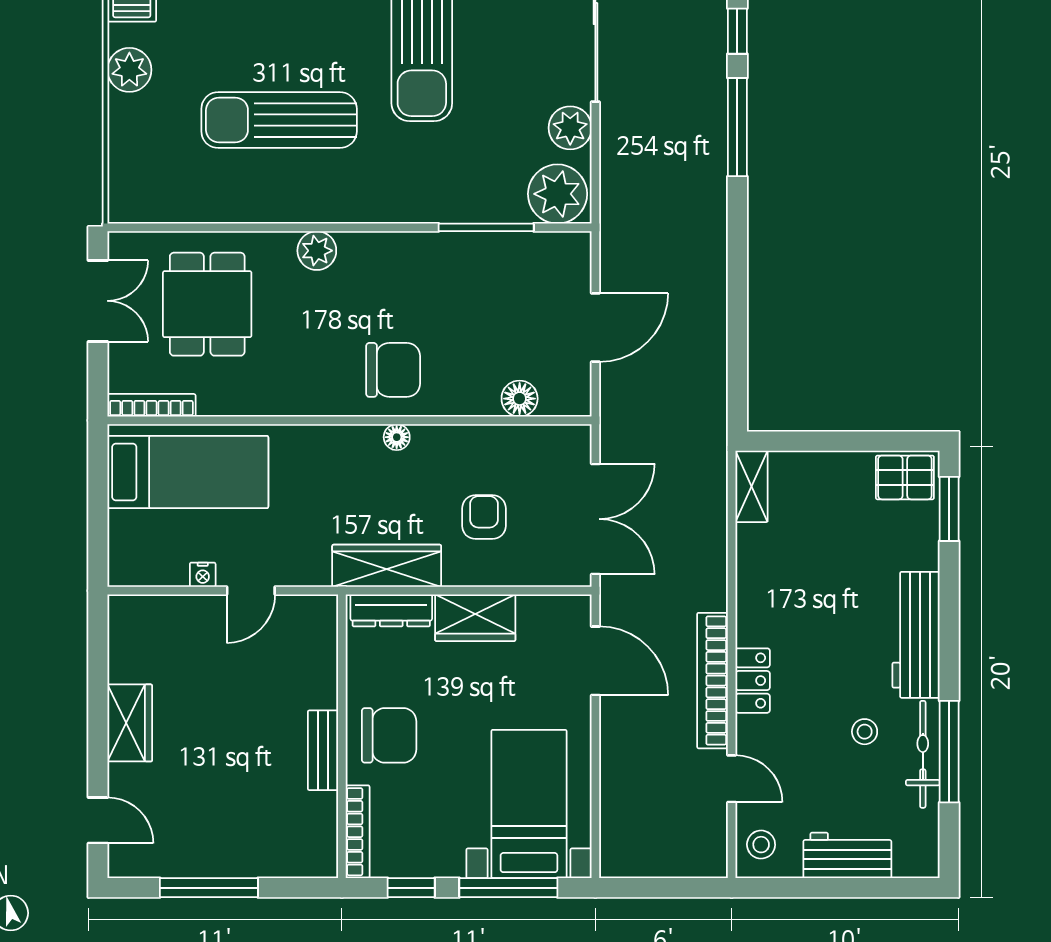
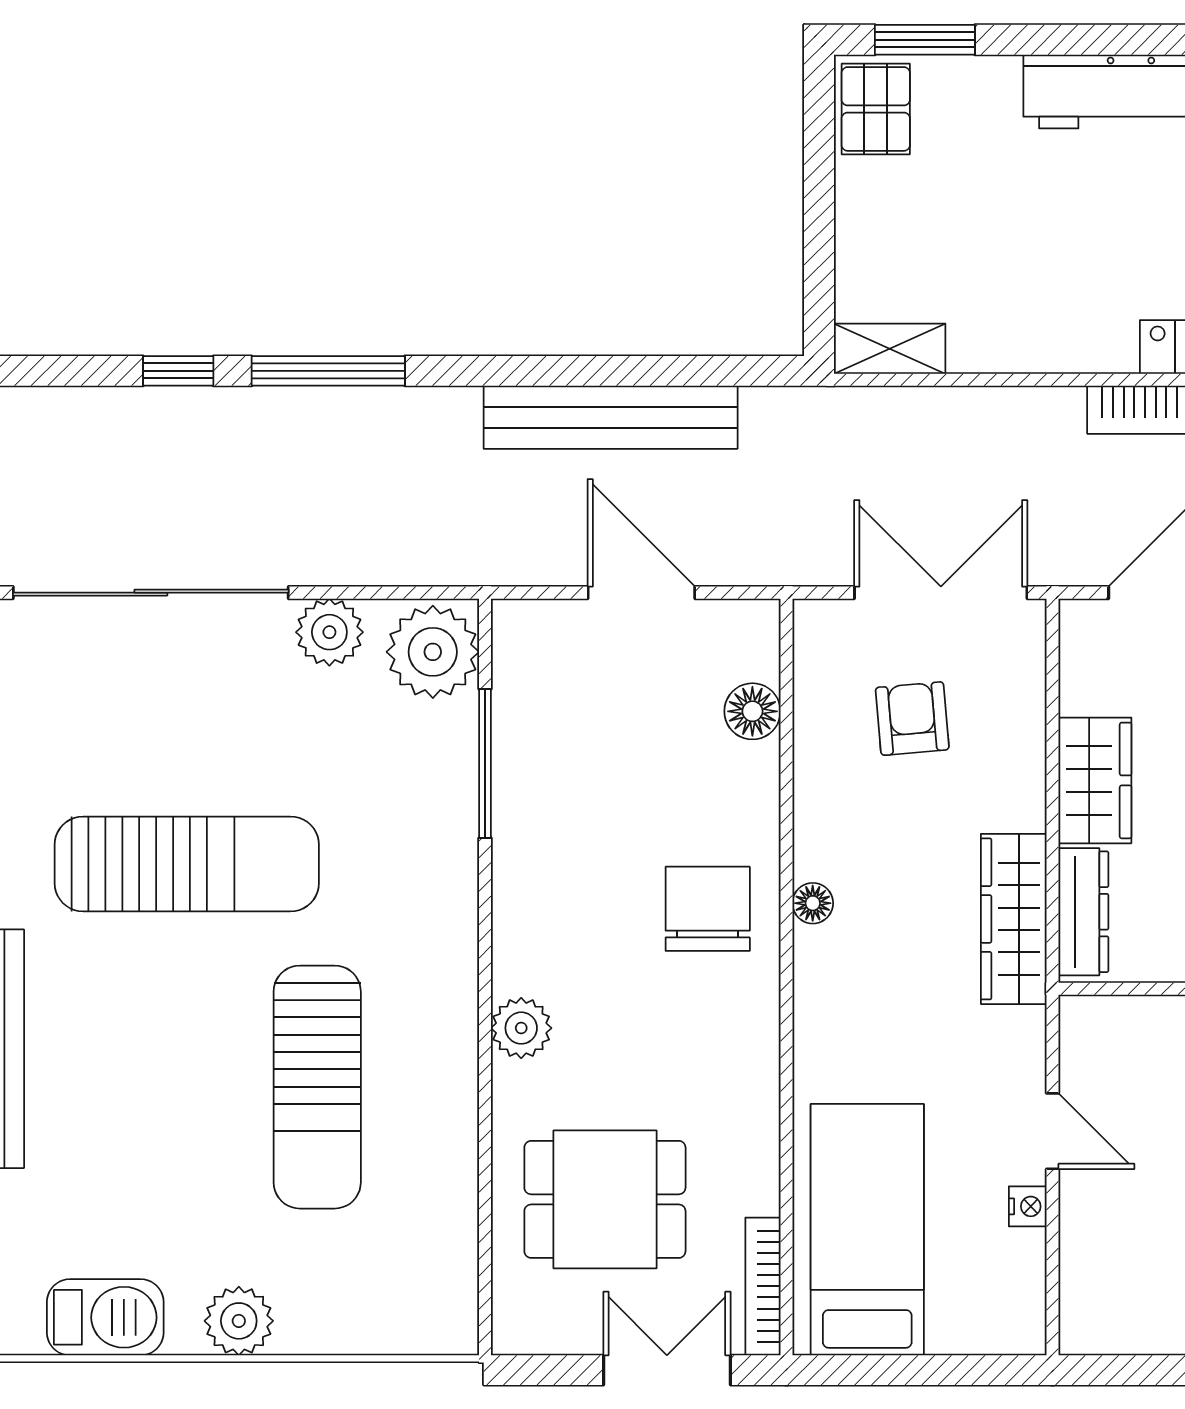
double door: (98, 301) -> (667, 1370), moved
bench: (708, 308) -> (611, 417), added
armchair: (484, 517) -> (912, 719), moved, turned 85

